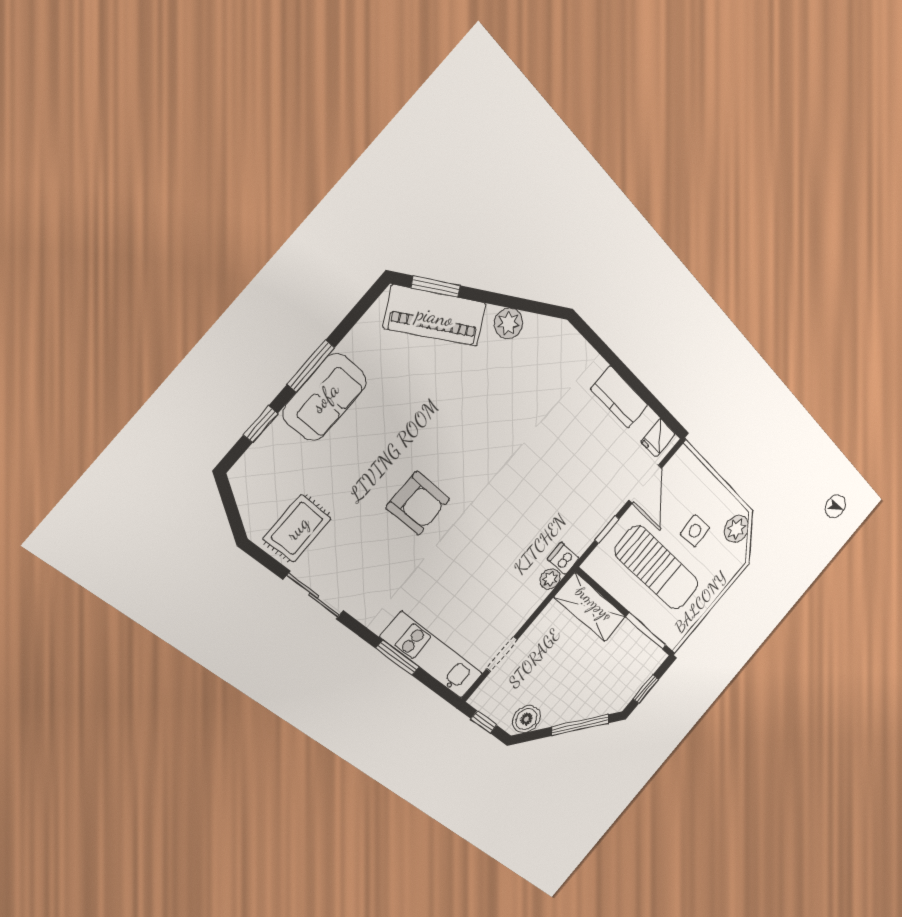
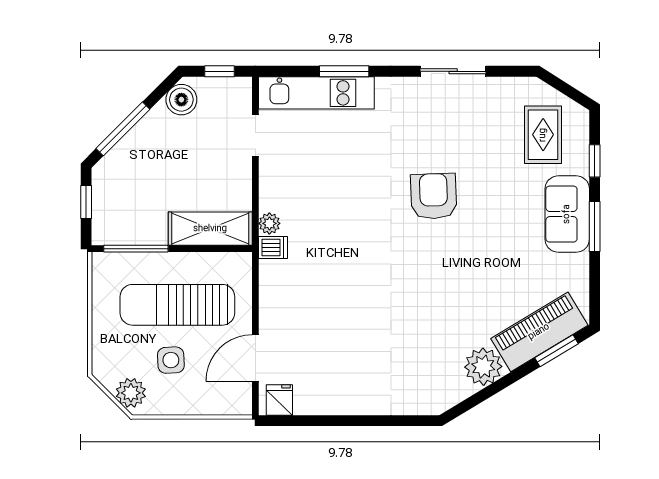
plant: (509, 324) -> (483, 367), width x1.36, depth x1.36
kitchen counter: (619, 397) -> (343, 400), removed
door: (645, 484) -> (255, 358), hinge flipped
armchair: (418, 503) -> (434, 196), turned 88
rug: (297, 528) -> (543, 135), moved
window: (607, 530) -> (255, 298), removed

